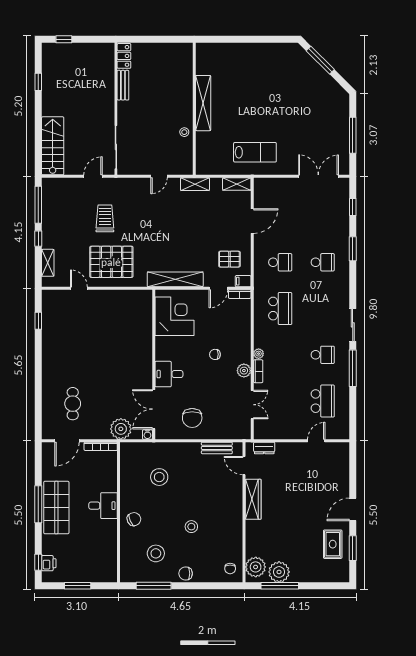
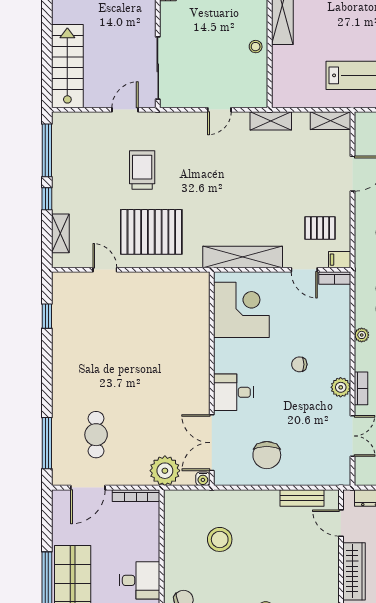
door: (218, 288) -> (304, 270), hinge flipped
plant: (259, 354) -> (362, 335), moved
window: (38, 410) -> (47, 443), added

